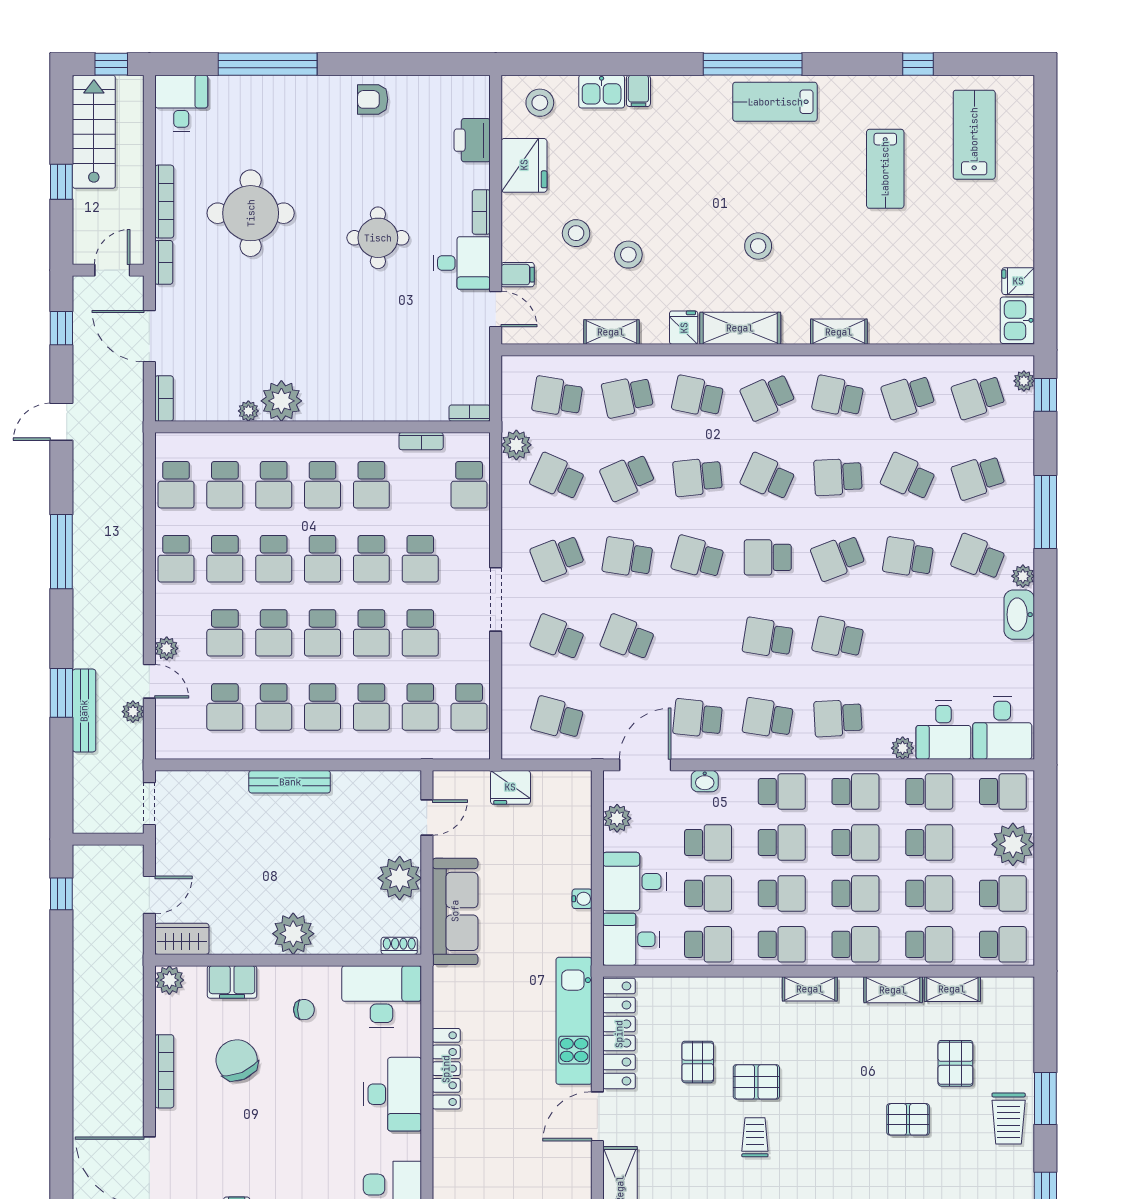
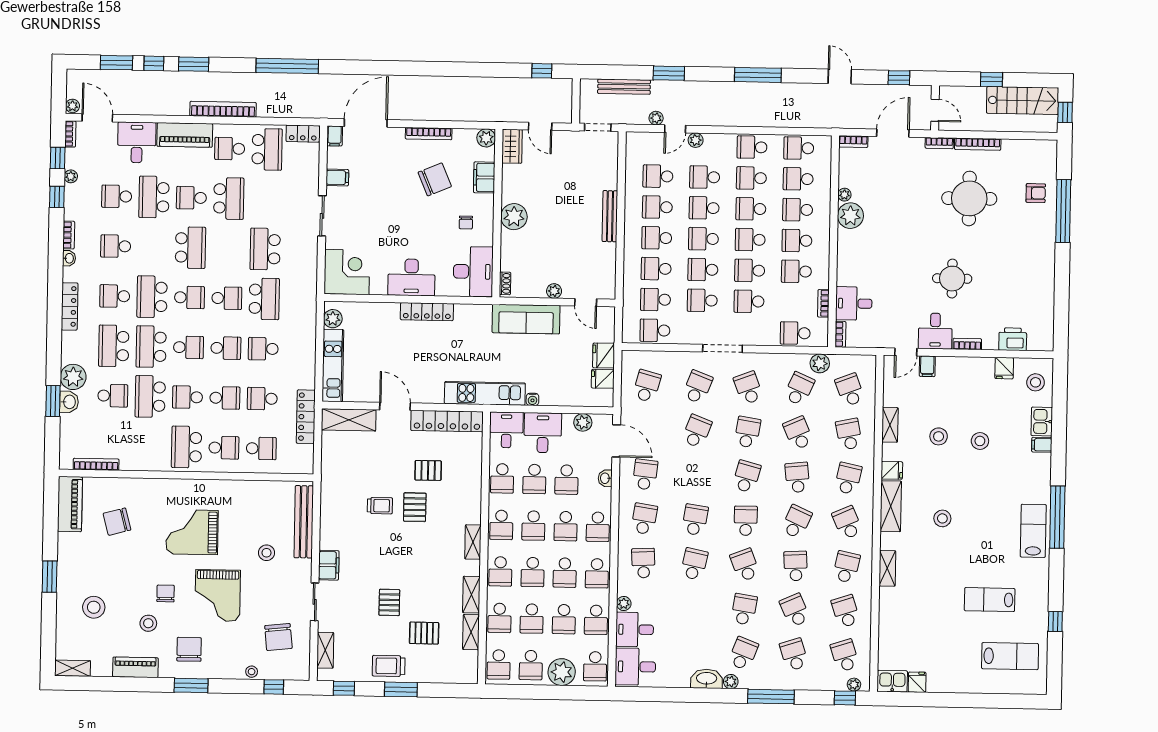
armchair: (373, 99) -> (1036, 193), moved, turned 90
desk: (181, 103) -> (854, 303), moved, turned 180
fridge: (524, 165) -> (1004, 368), width x0.53, depth x0.75
stool: (576, 233) -> (980, 441), moved
school desk: (557, 397) -> (850, 390), turned -30
school desk: (908, 477) -> (795, 610), turned -48
bench: (84, 711) -> (624, 87), moved
fridge: (547, 788) -> (603, 379), added
plant: (400, 878) -> (554, 291), width x0.53, depth x0.53
kitchen unit: (574, 1021) -> (485, 393), moved

